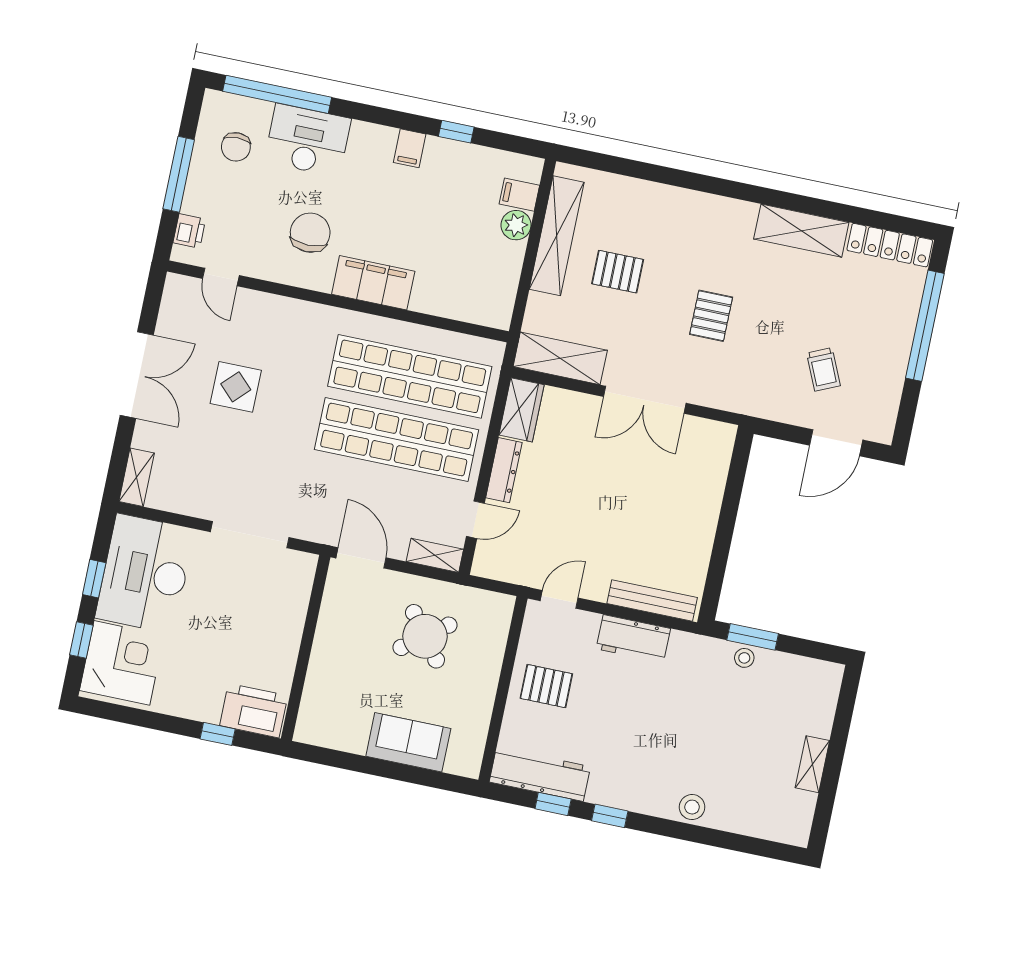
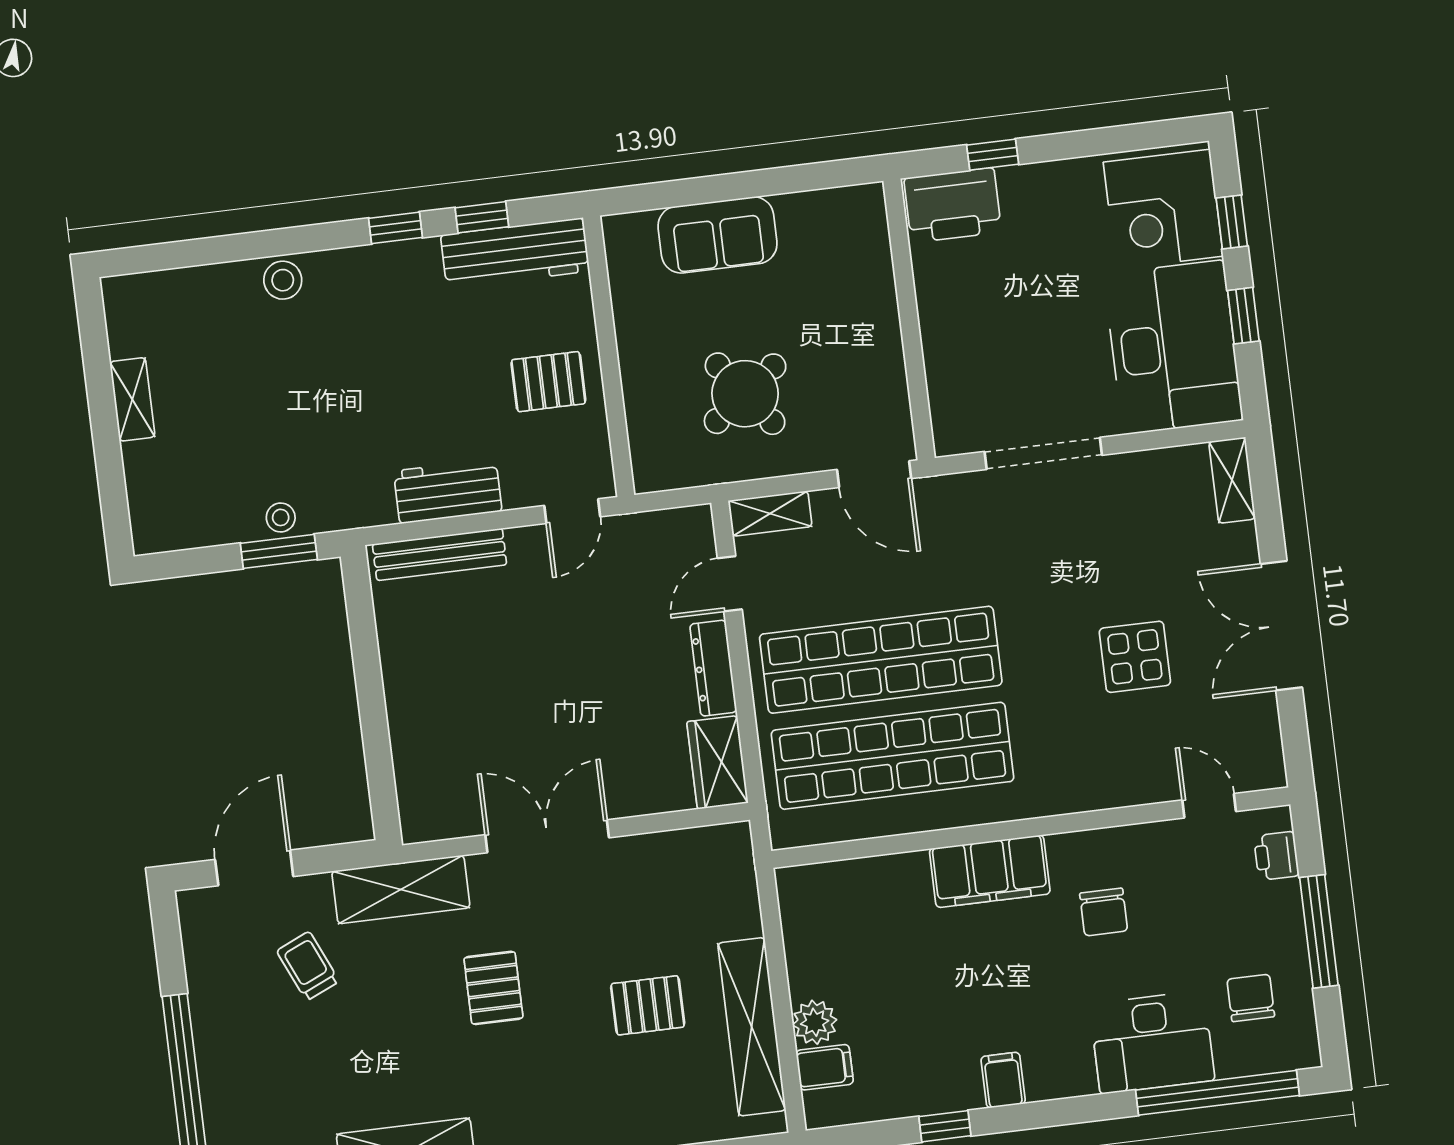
chair: (310, 233) -> (1104, 912), width x0.73, depth x0.73
shelving: (560, 358) -> (401, 889), moved

